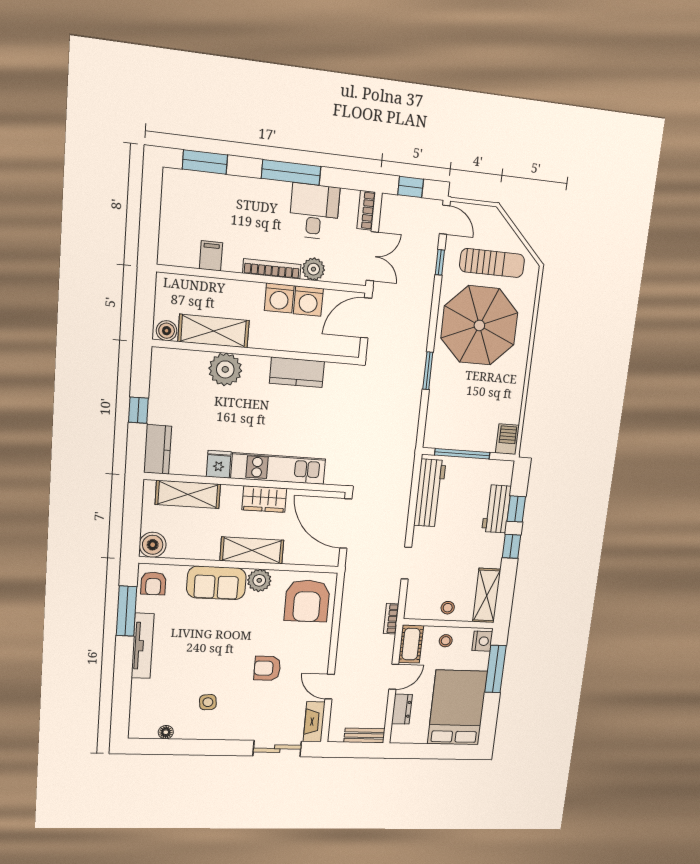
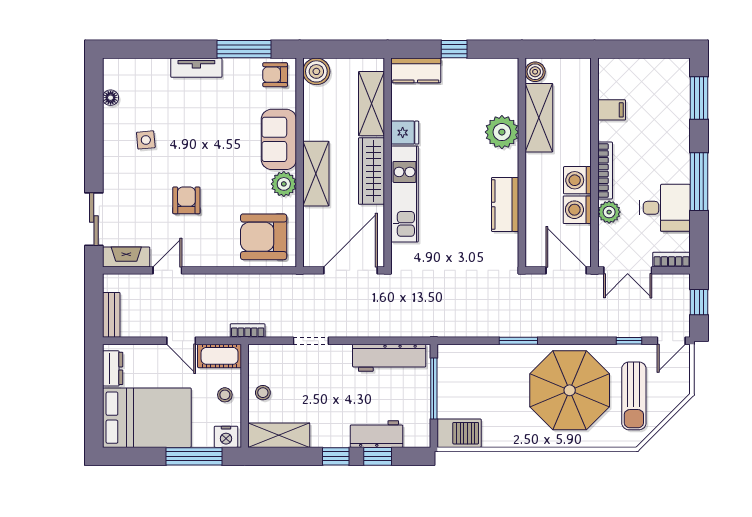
barbecue: (507, 439) -> (459, 433), width x1.38, depth x1.27
wardrobe: (264, 499) -> (371, 171), width x1.50
tv unit: (143, 646) -> (196, 68), width x0.71
dresser: (402, 709) -> (113, 368), moved, turned -90

